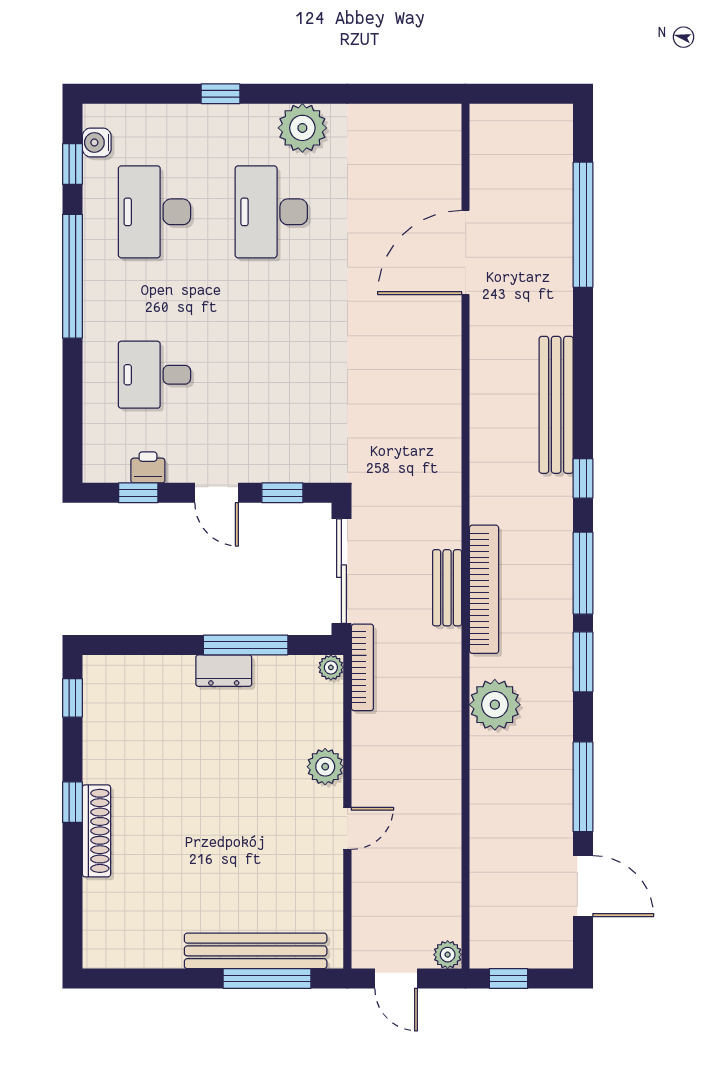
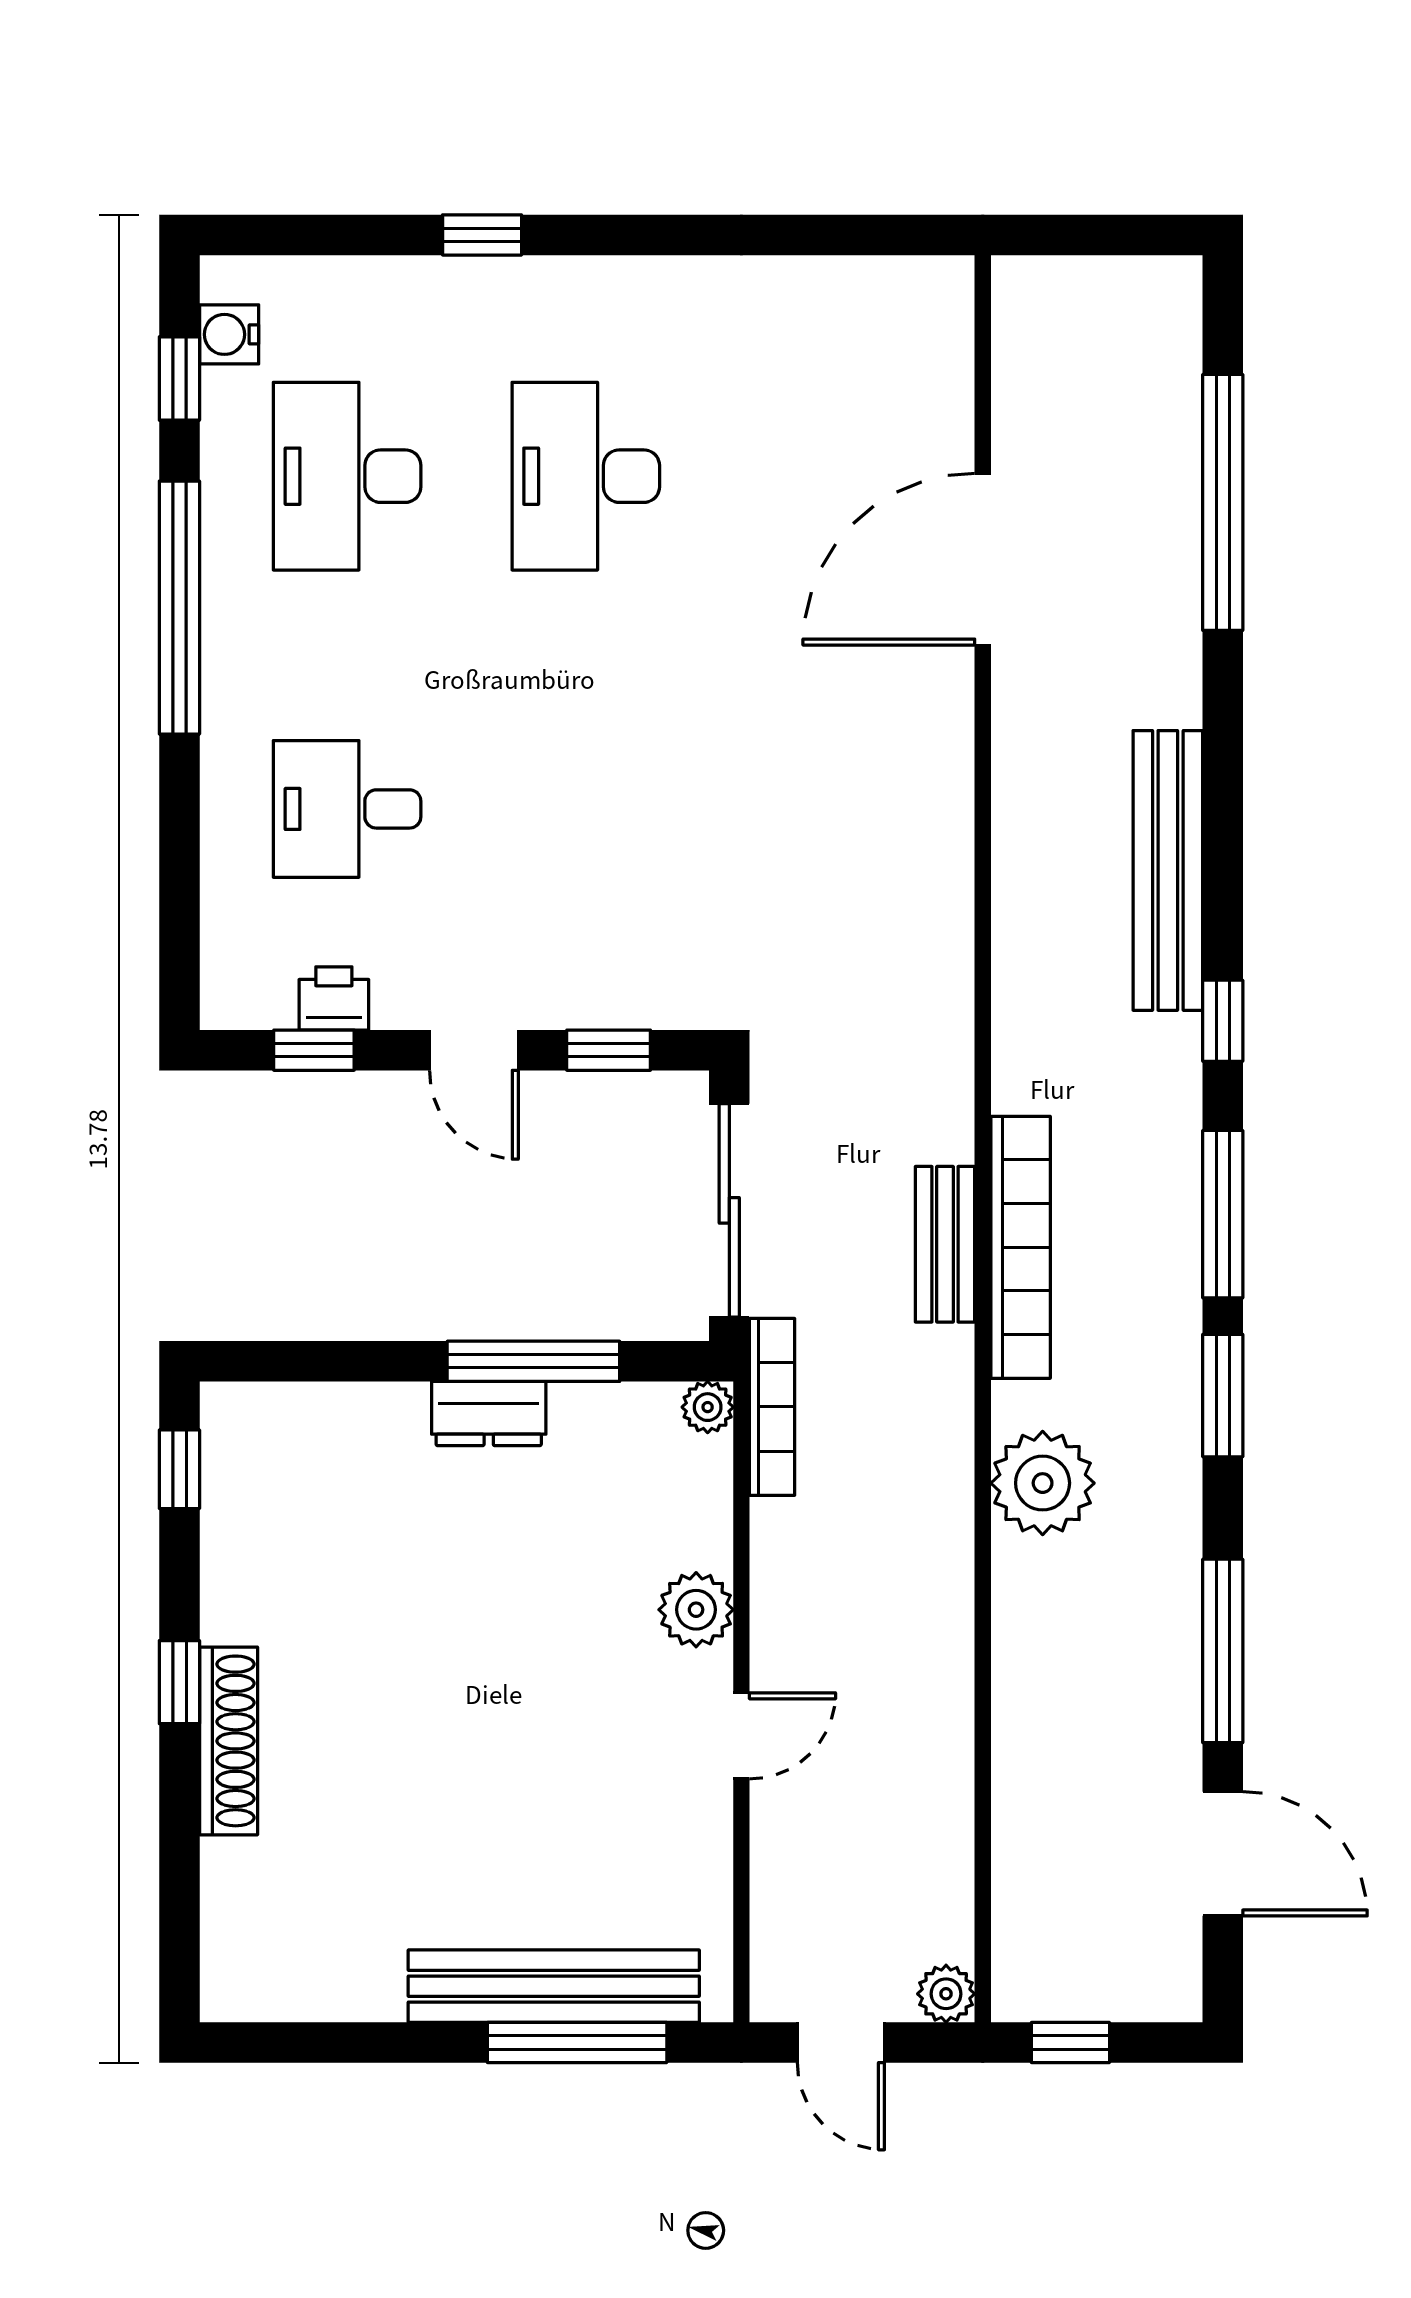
plant: (302, 128) -> (649, 305), removed

